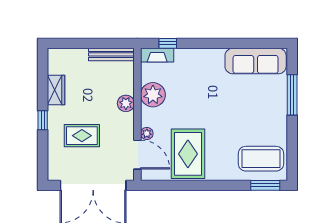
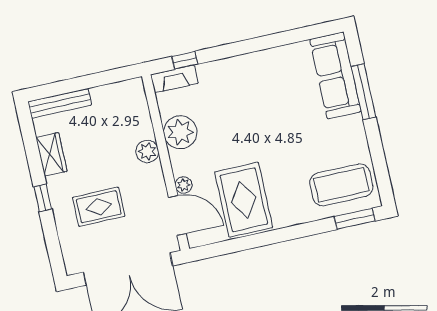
bench: (111, 54) -> (60, 103), moved
sofa: (256, 61) -> (336, 75), moved, turned 90

